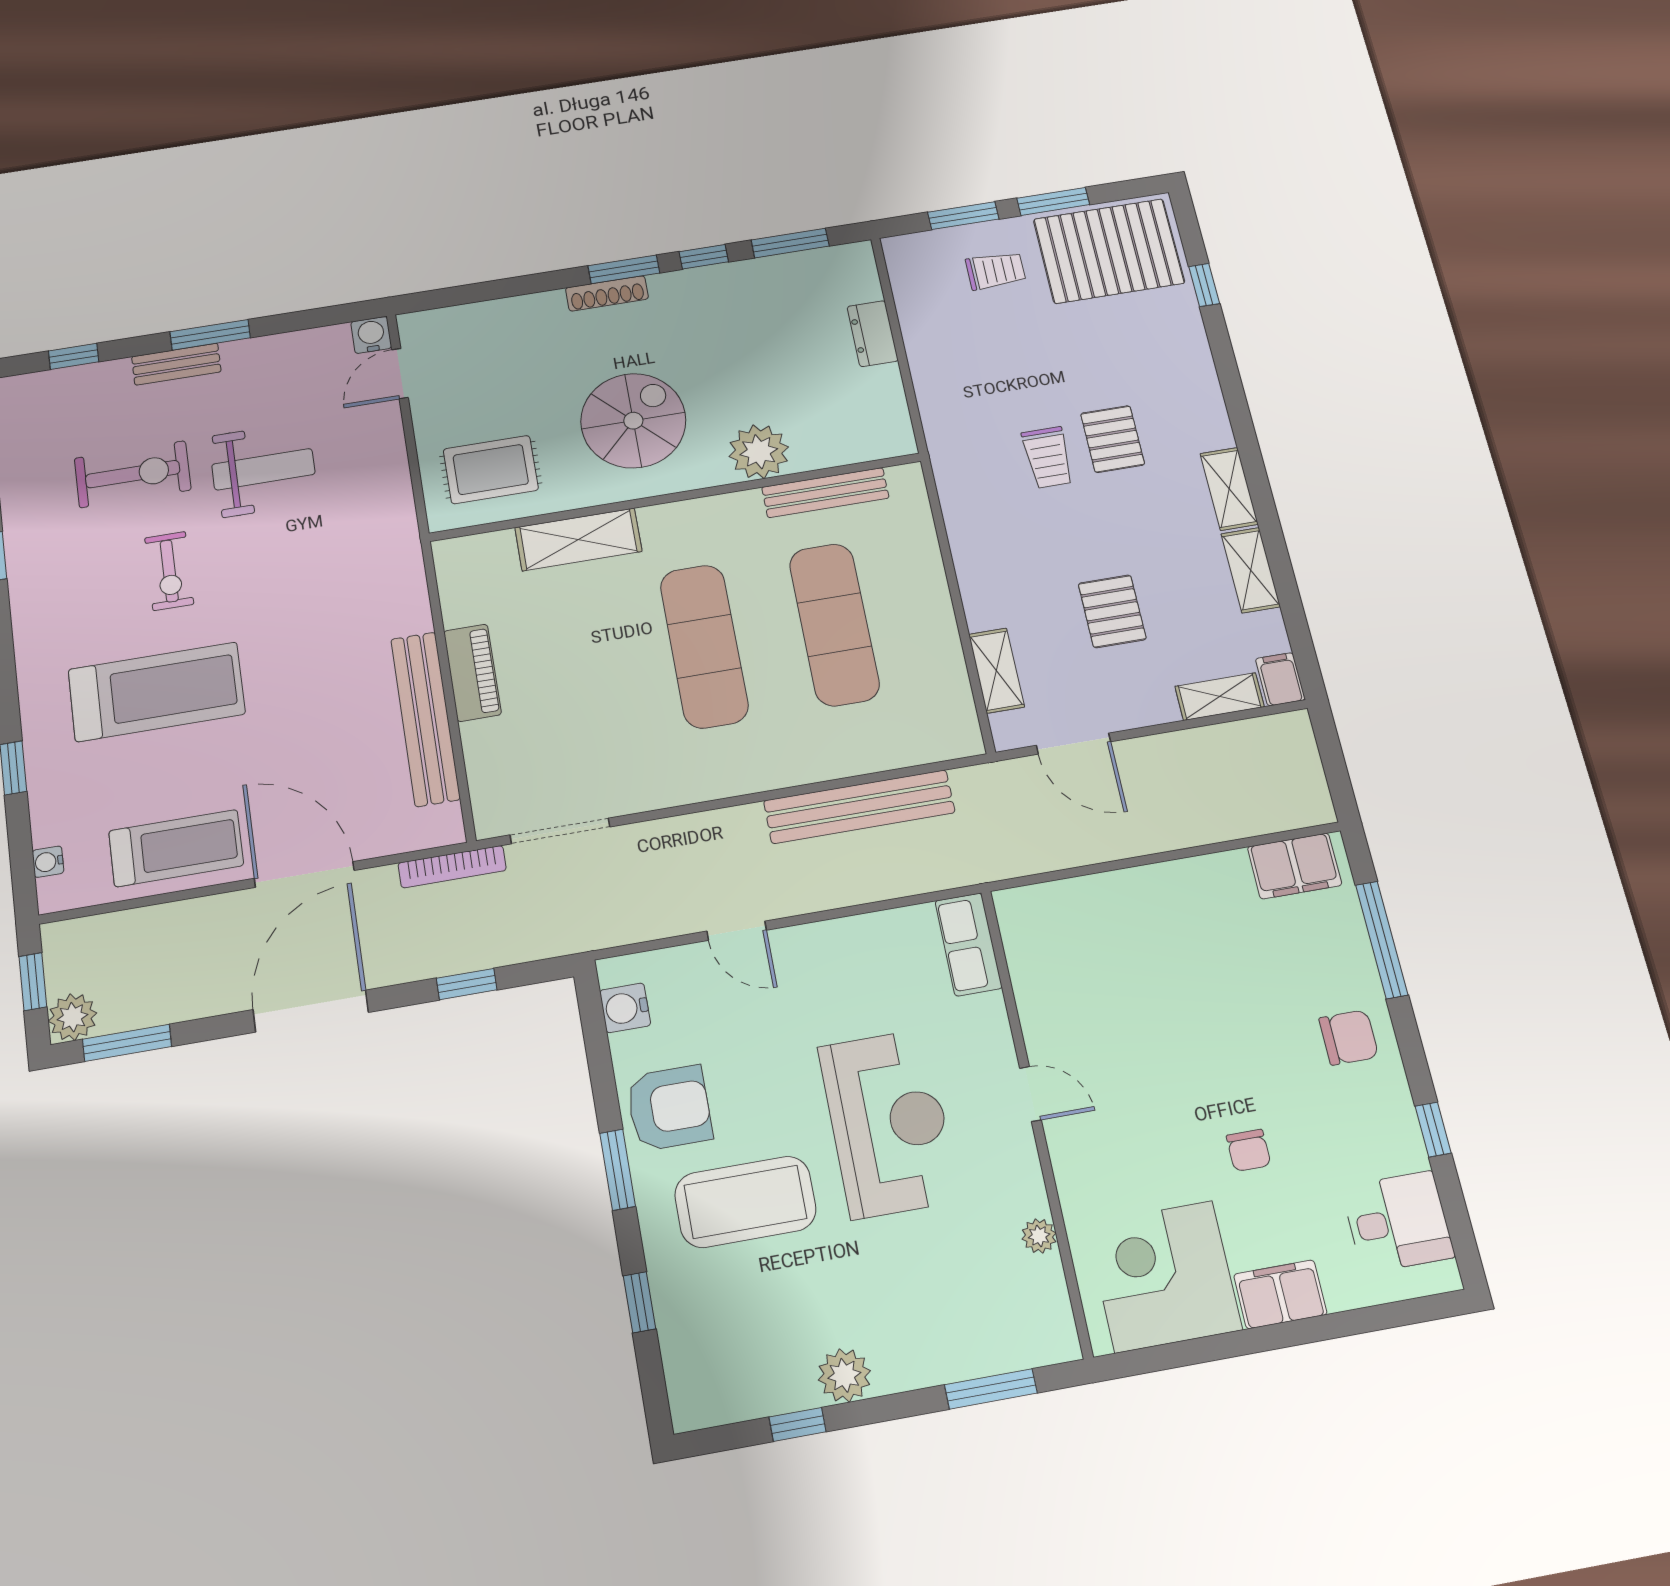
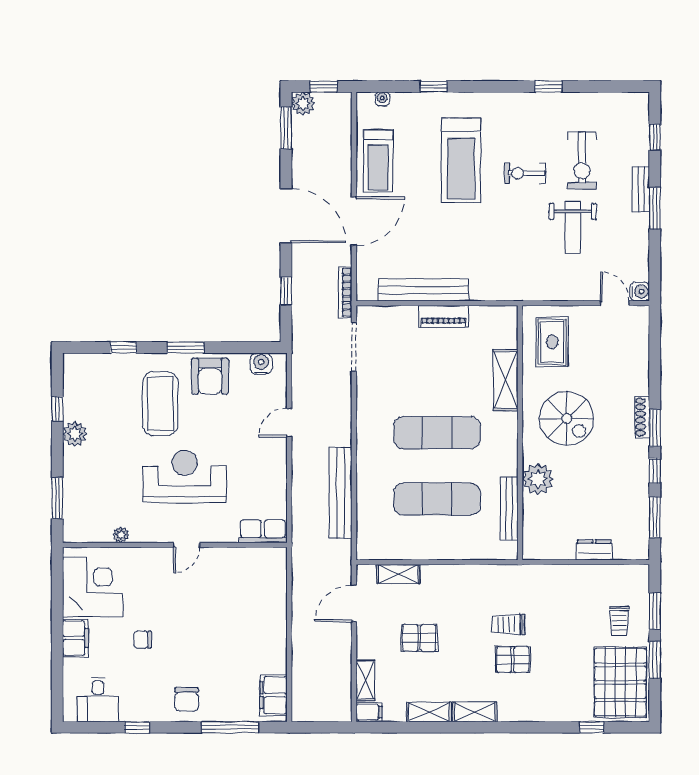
reception desk: (889, 1123) -> (185, 476), turned 180

